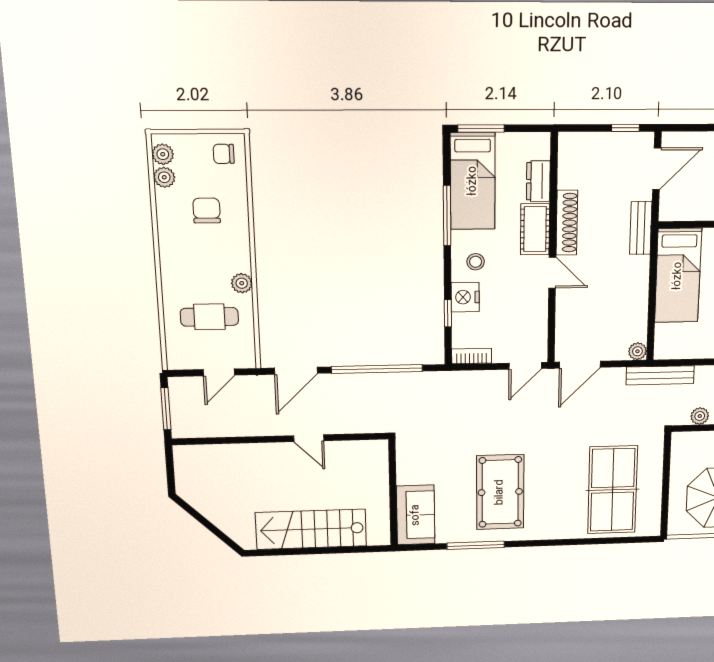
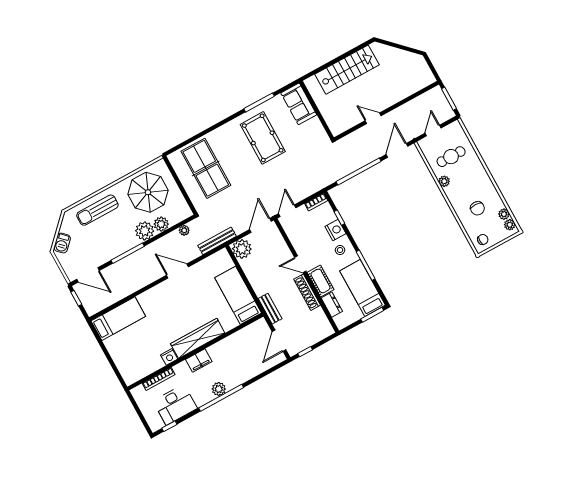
plant: (637, 351) -> (242, 249), width x1.88, depth x1.88

